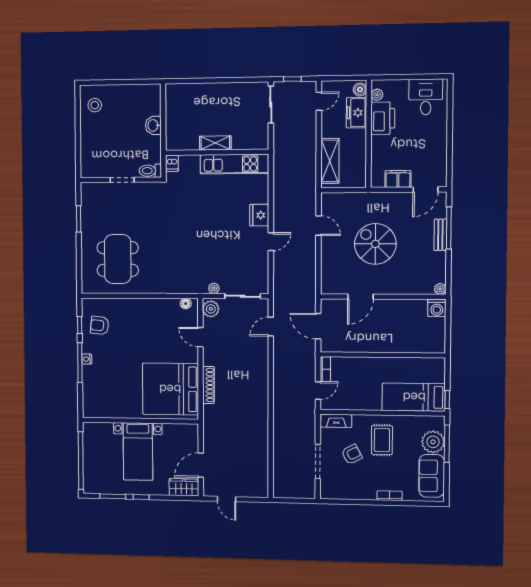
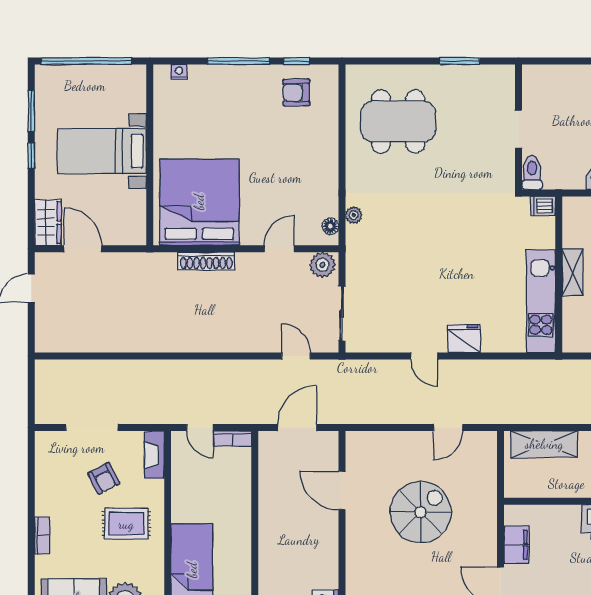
plant: (214, 288) -> (354, 215), moved
armchair: (100, 325) -> (296, 93), turned -96
nightstand: (87, 359) -> (179, 72), moved

